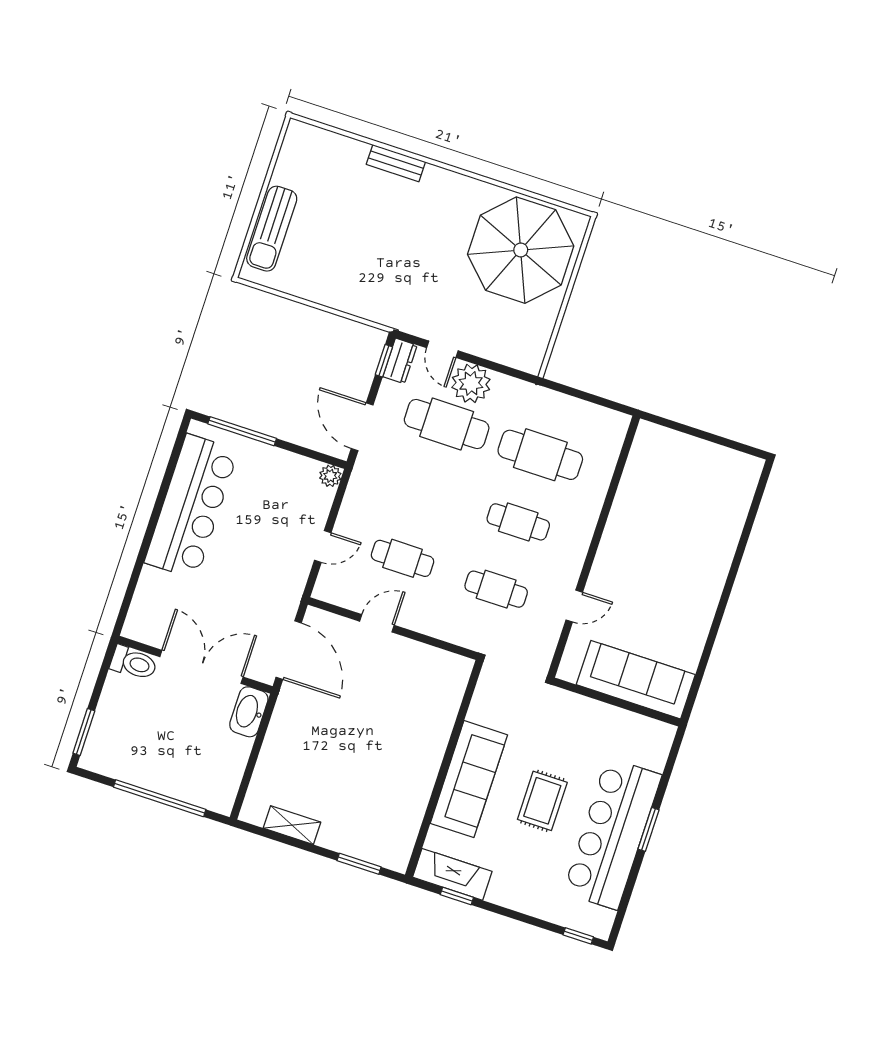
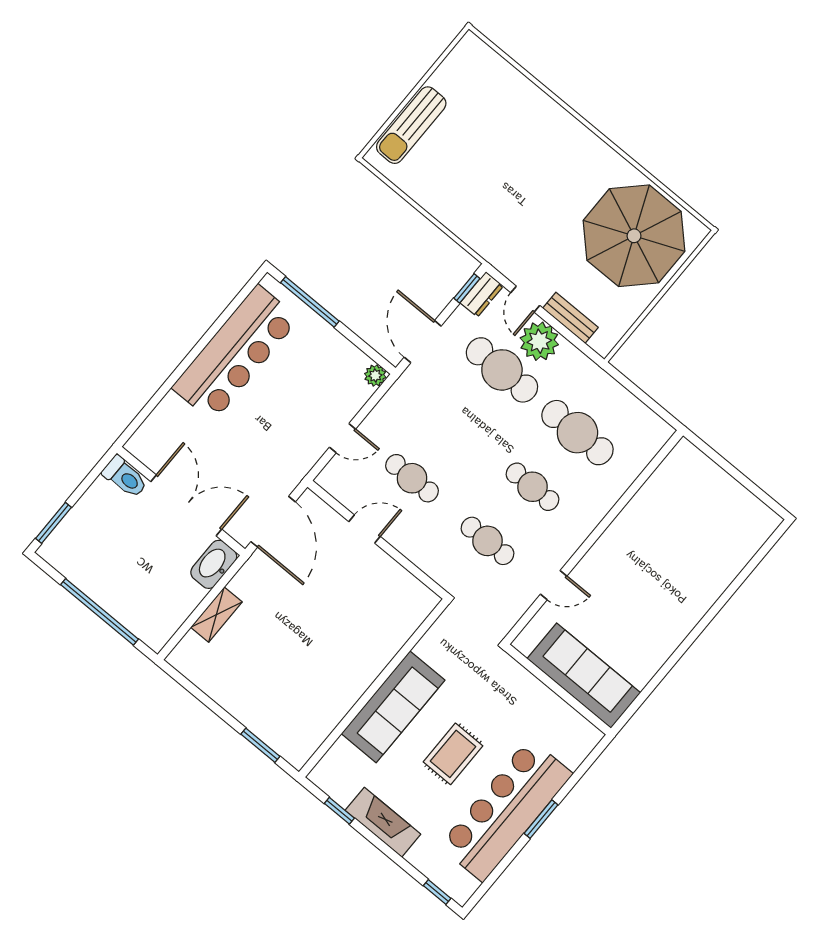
bench: (396, 163) -> (570, 318), moved
shelving: (292, 825) -> (216, 615), moved, turned 90
fireplace: (452, 874) -> (383, 822), moved

